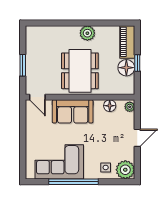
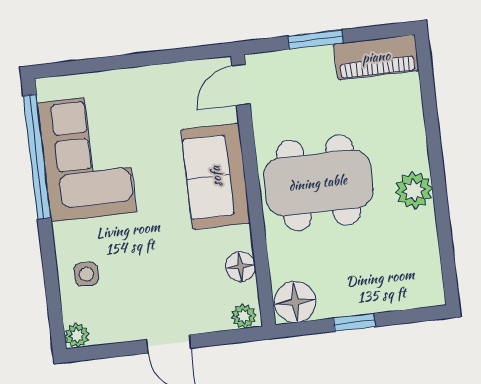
piano: (127, 42) -> (376, 57), moved, turned 180
floor lamp: (126, 68) -> (295, 302), moved
plant: (125, 170) -> (77, 336), width x0.53, depth x0.53
window: (74, 182) -> (37, 157), moved

